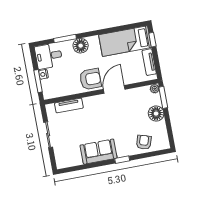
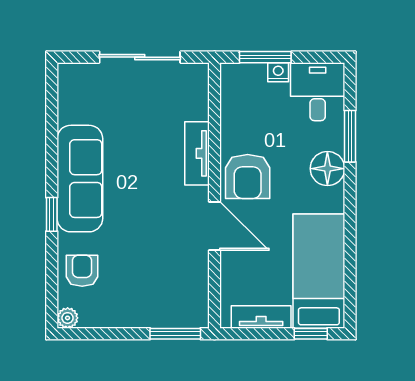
plant: (155, 89) -> (68, 318), moved
tv unit: (69, 105) -> (197, 153), moved
floor lamp: (156, 114) -> (142, 311), removed
sliding door: (48, 135) -> (140, 57), width x1.37
armchair: (144, 142) -> (82, 271), turned -107
sofa: (99, 152) -> (80, 179), width x1.36

